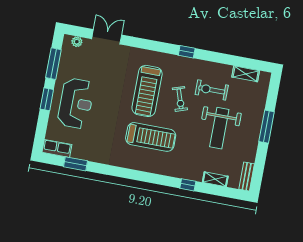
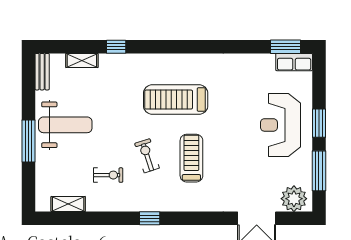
plant: (77, 42) -> (294, 199), width x1.88, depth x1.88
exercise bike: (212, 90) -> (108, 175), width x0.73, depth x0.72
treadmill: (147, 91) -> (191, 158), width x0.73, depth x0.73
weight bench: (219, 128) -> (65, 125), moved, turned 90
window: (75, 164) -> (286, 47), moved

